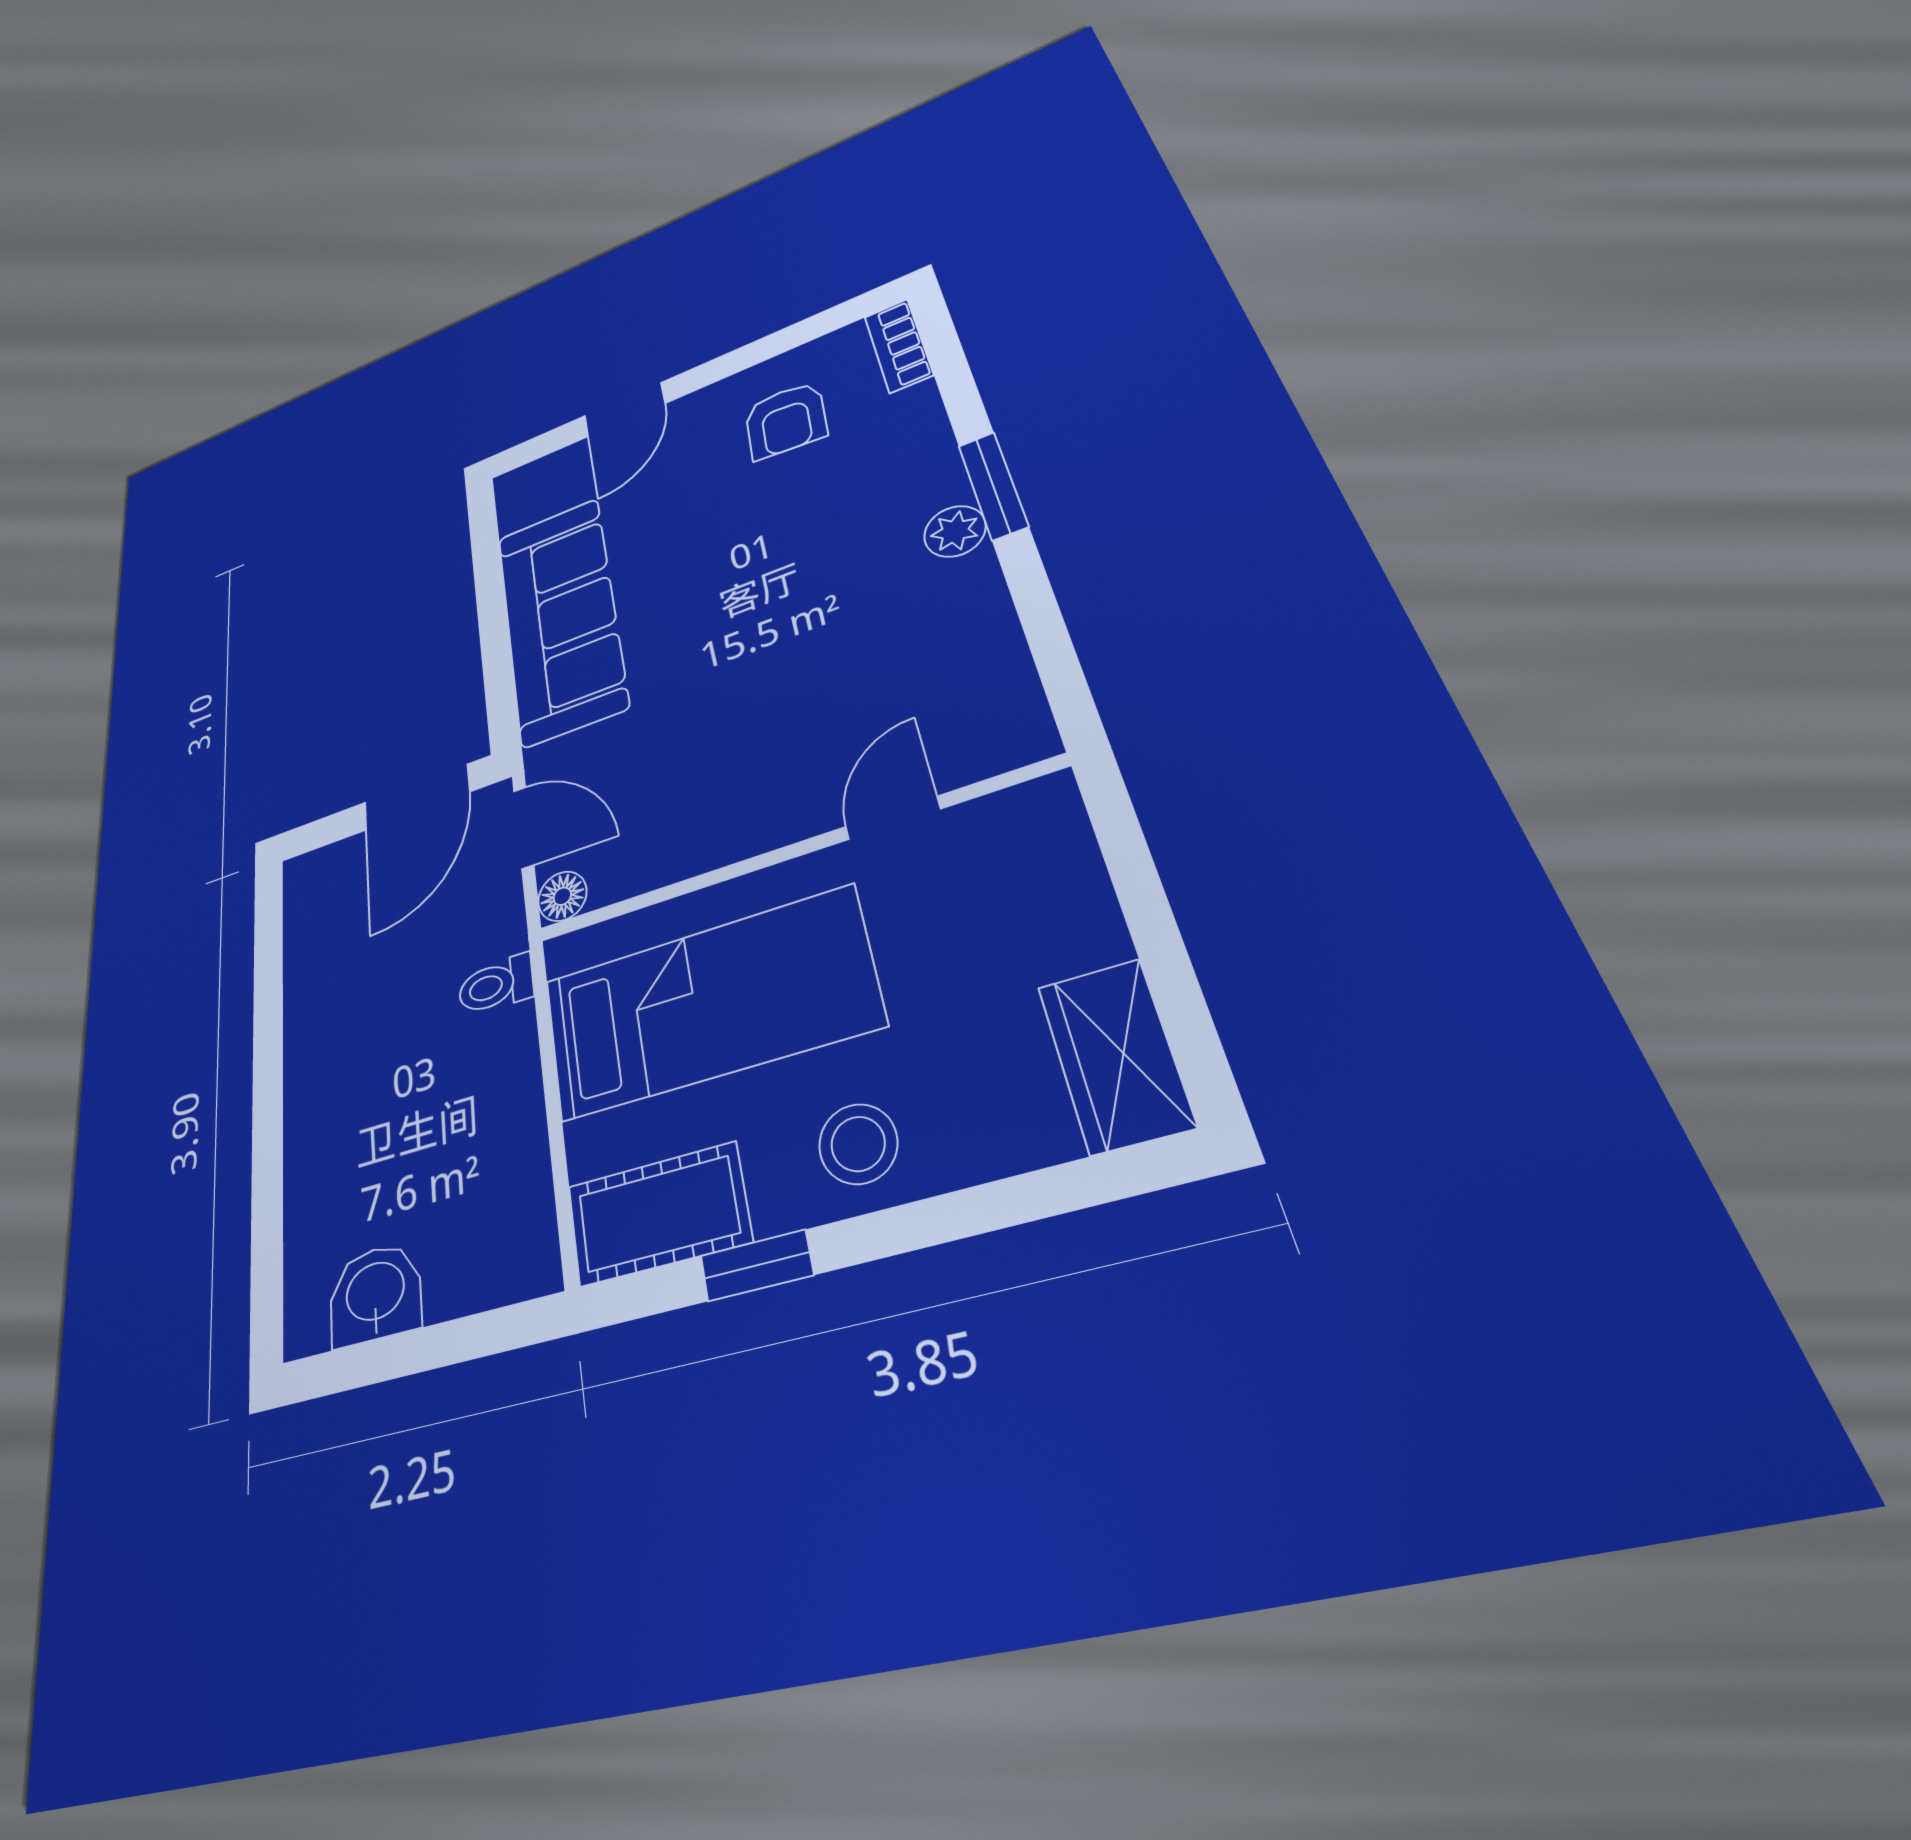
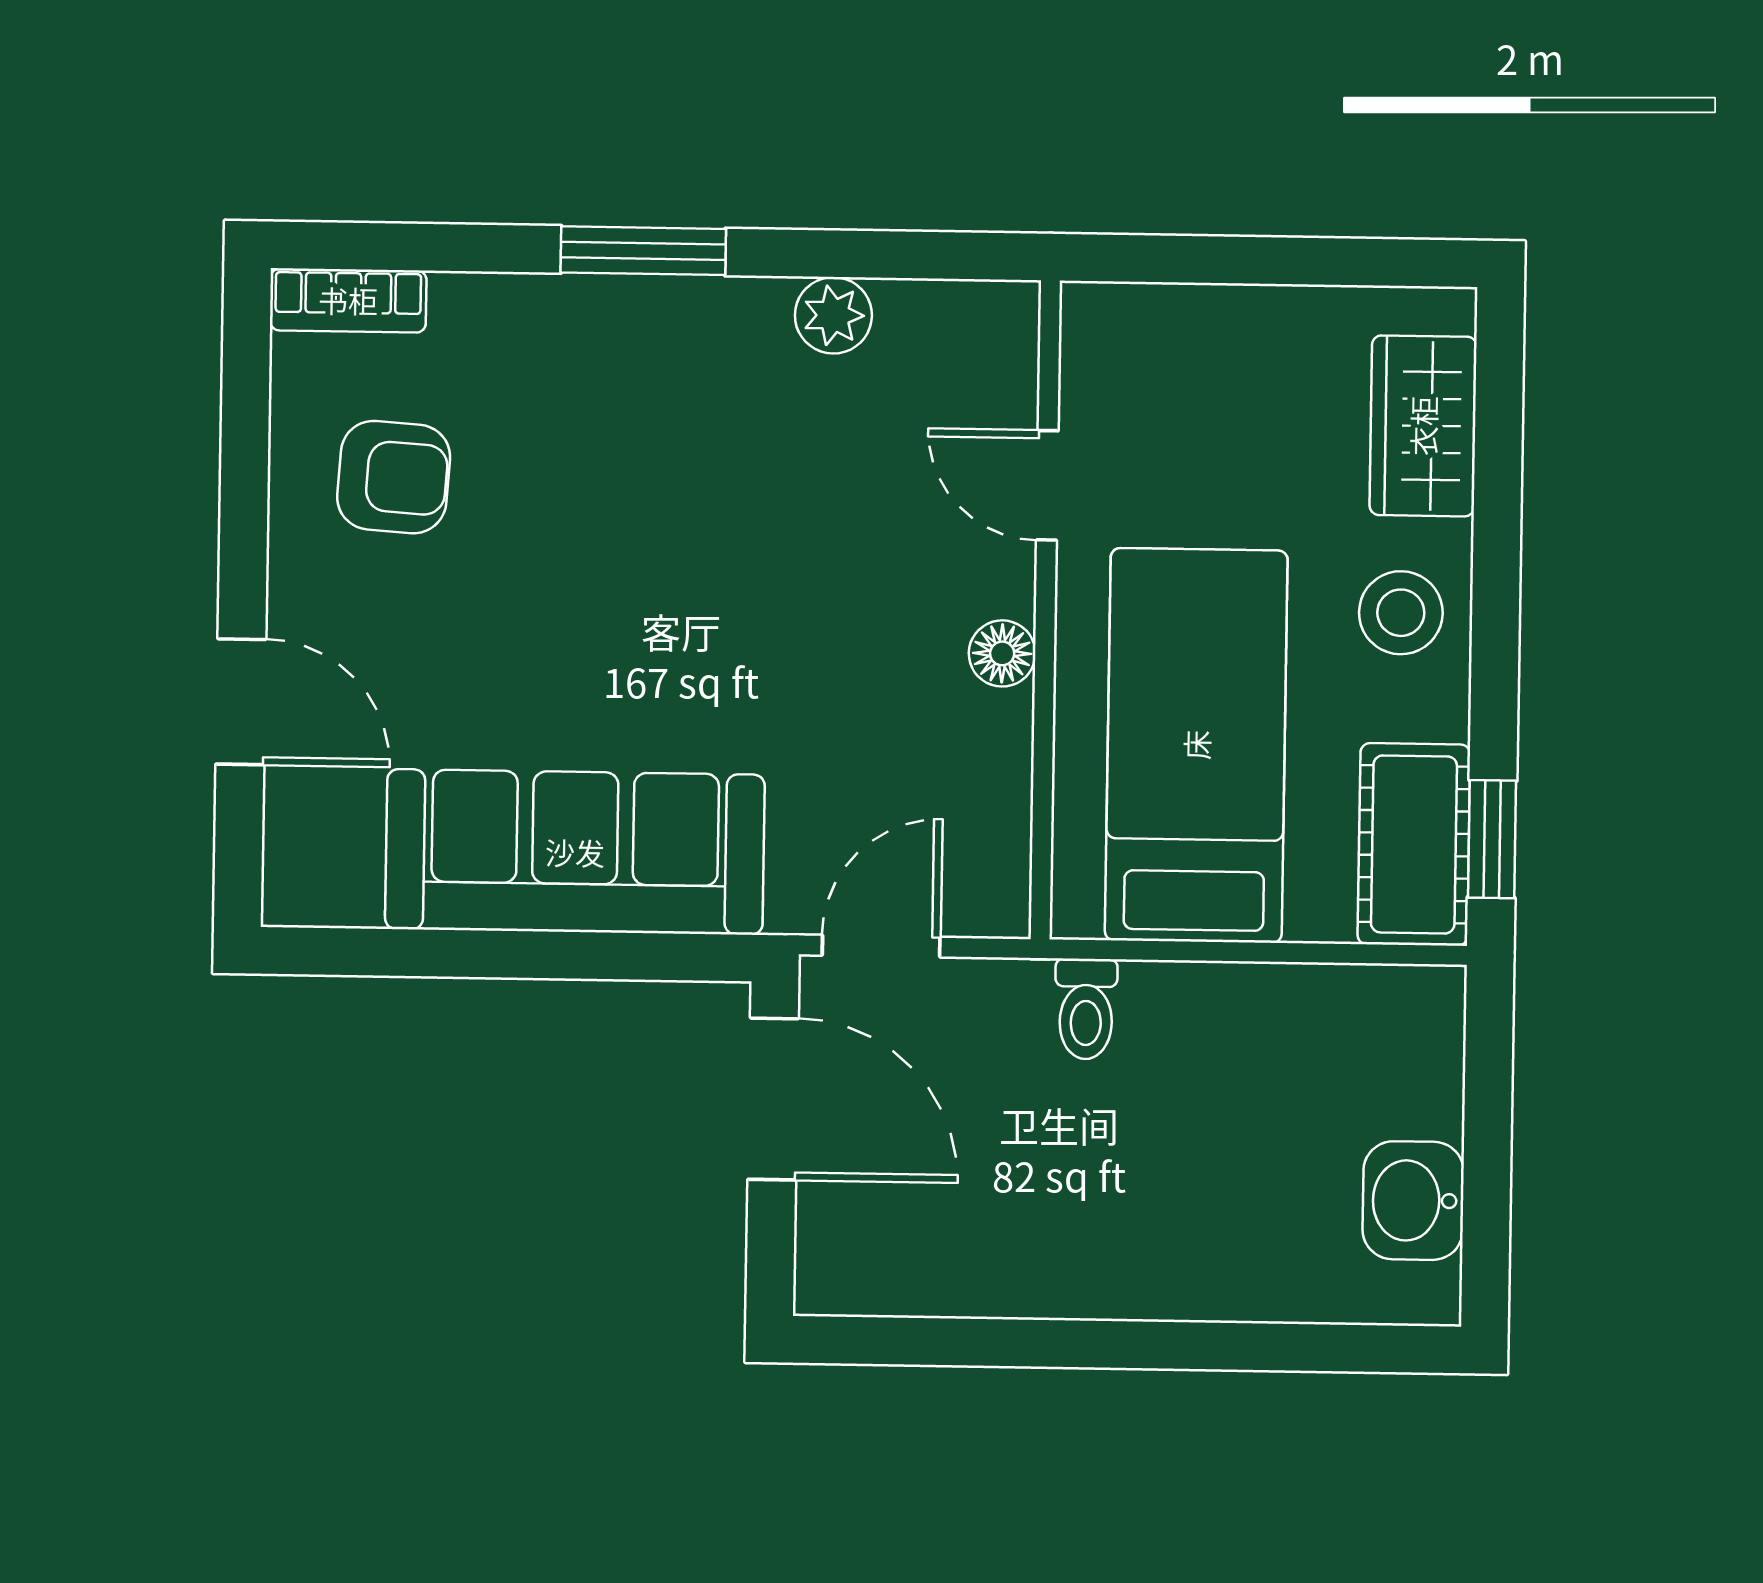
plant: (955, 531) -> (833, 315), moved
floor lamp: (562, 896) -> (1002, 653), moved
wardrobe: (1115, 1055) -> (1423, 426), moved, turned 90
window: (757, 1265) -> (1492, 839), moved

